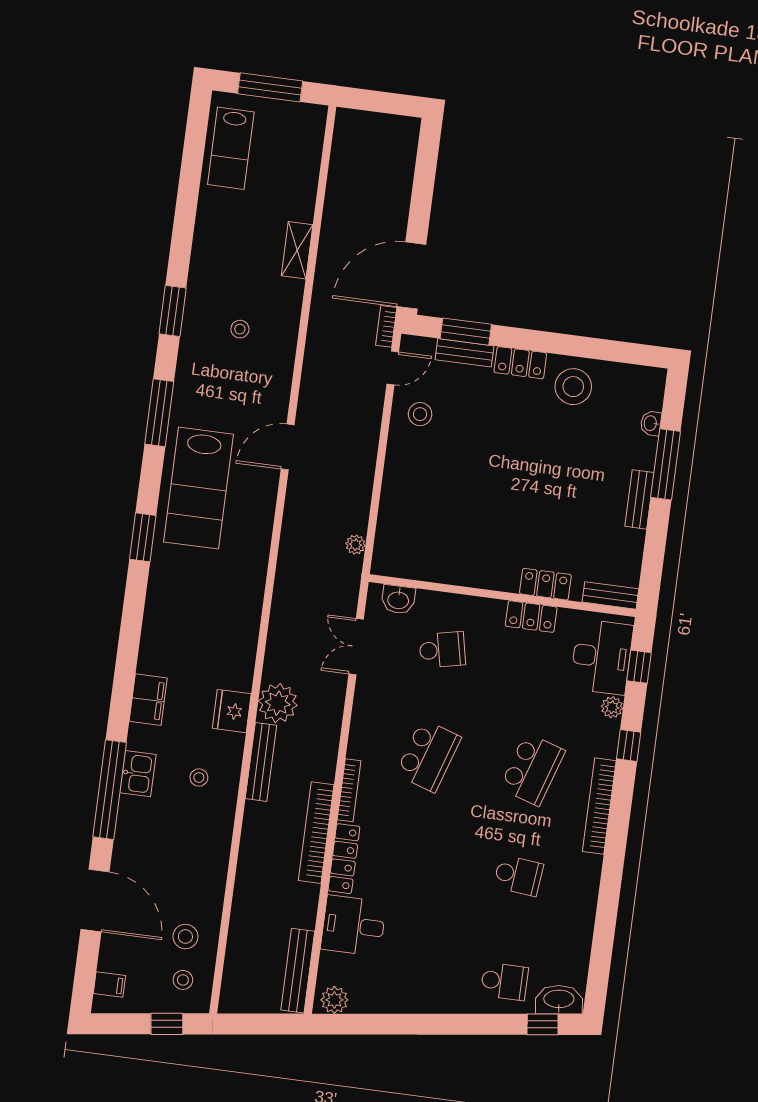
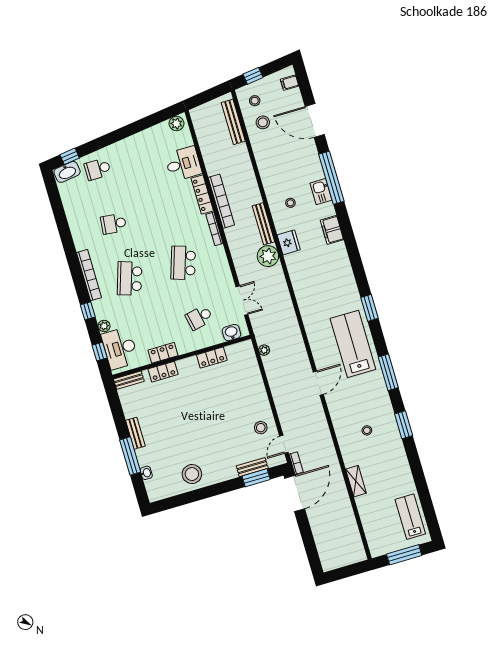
locker: (520, 363) -> (212, 358), moved, turned 180
bench: (298, 971) -> (233, 122), moved

